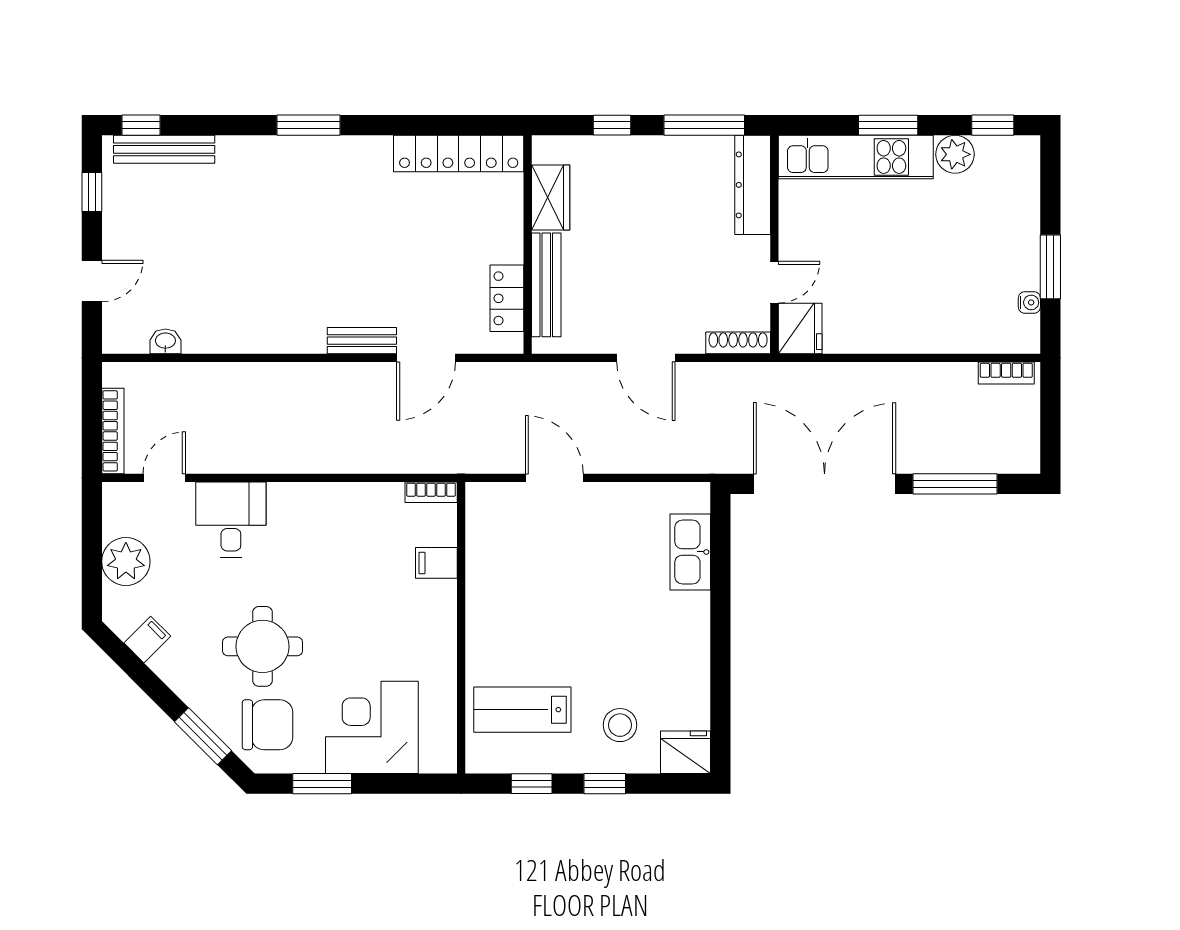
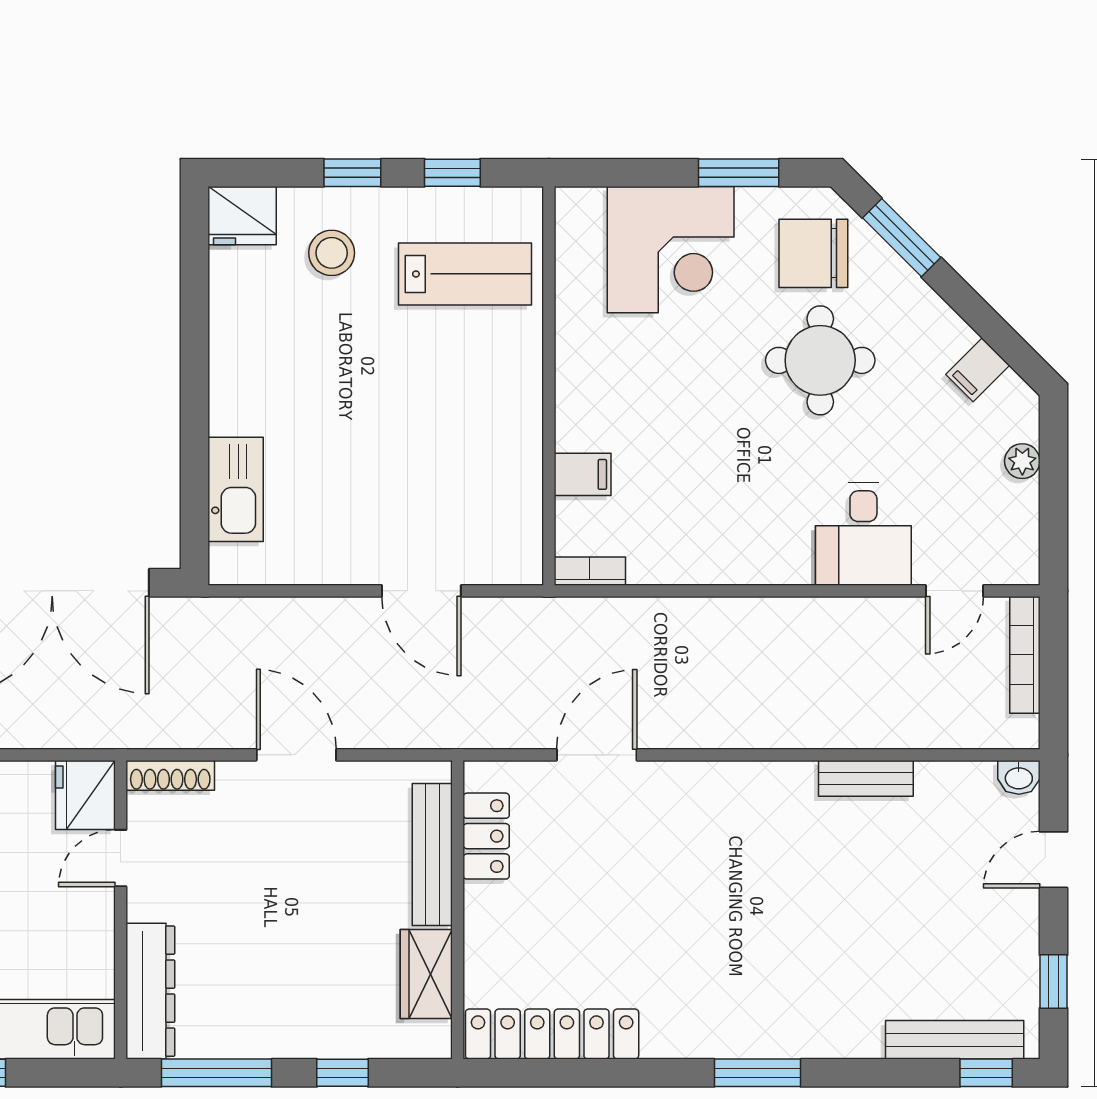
washbasin: (165, 341) -> (1019, 777), moved
bench: (362, 341) -> (866, 778), moved
plant: (126, 561) -> (1022, 461), width x0.53, depth x0.53

